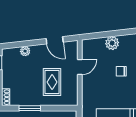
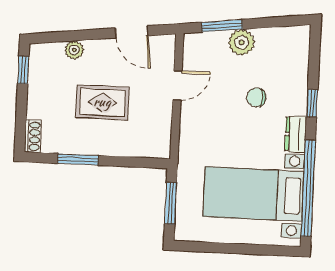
window: (102, 35) -> (222, 26), added
rug: (52, 82) -> (102, 102), moved, turned 90

